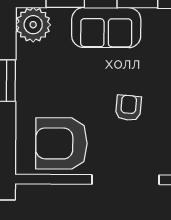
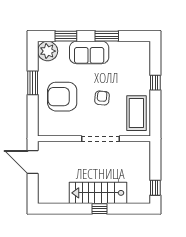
armchair: (61, 143) -> (62, 97), moved

